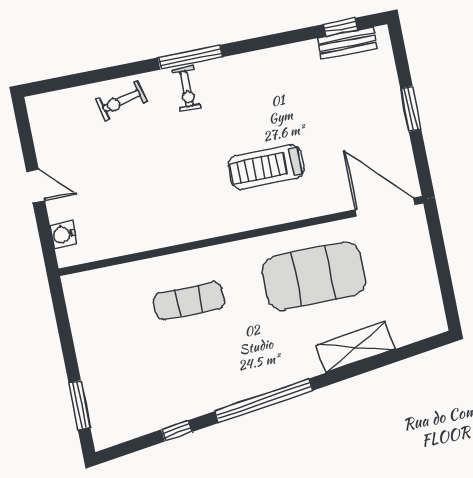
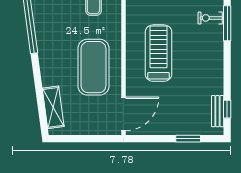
window: (411, 109) -> (188, 139), moved
treadmill: (266, 167) -> (159, 53), width x1.37, depth x1.38
shelving: (355, 347) -> (53, 107), moved

